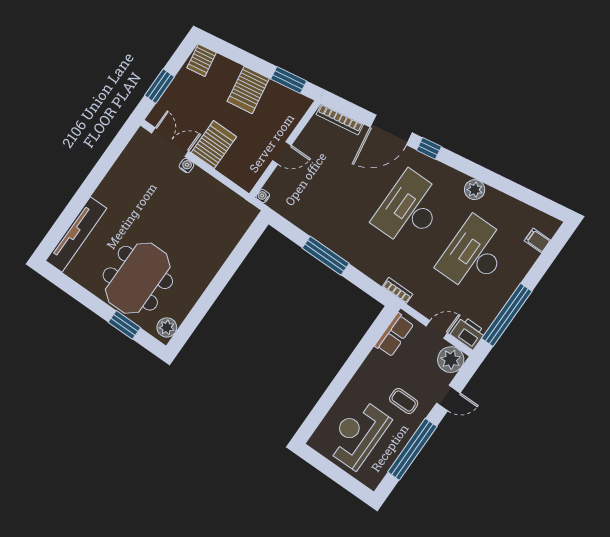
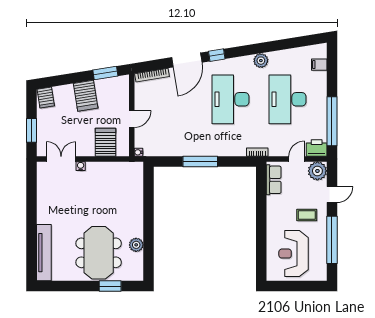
server rack: (214, 145) -> (105, 142), moved
plant: (167, 327) -> (136, 245), moved

